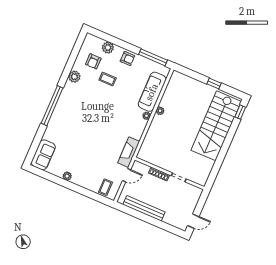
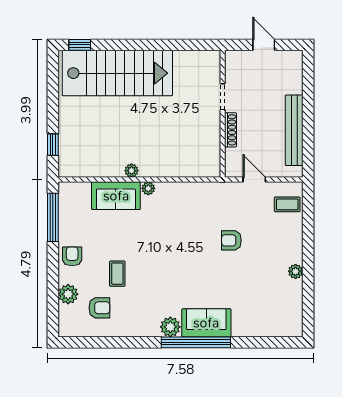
plant: (74, 77) -> (170, 327), moved
window: (214, 84) -> (53, 145), moved
sofa: (152, 92) -> (116, 196), width x0.73
armchair: (99, 149) -> (231, 240), added
fireplace: (129, 152) -> (217, 192), removed
sofa: (43, 155) -> (206, 323), moved
door: (193, 221) -> (264, 45), moved

